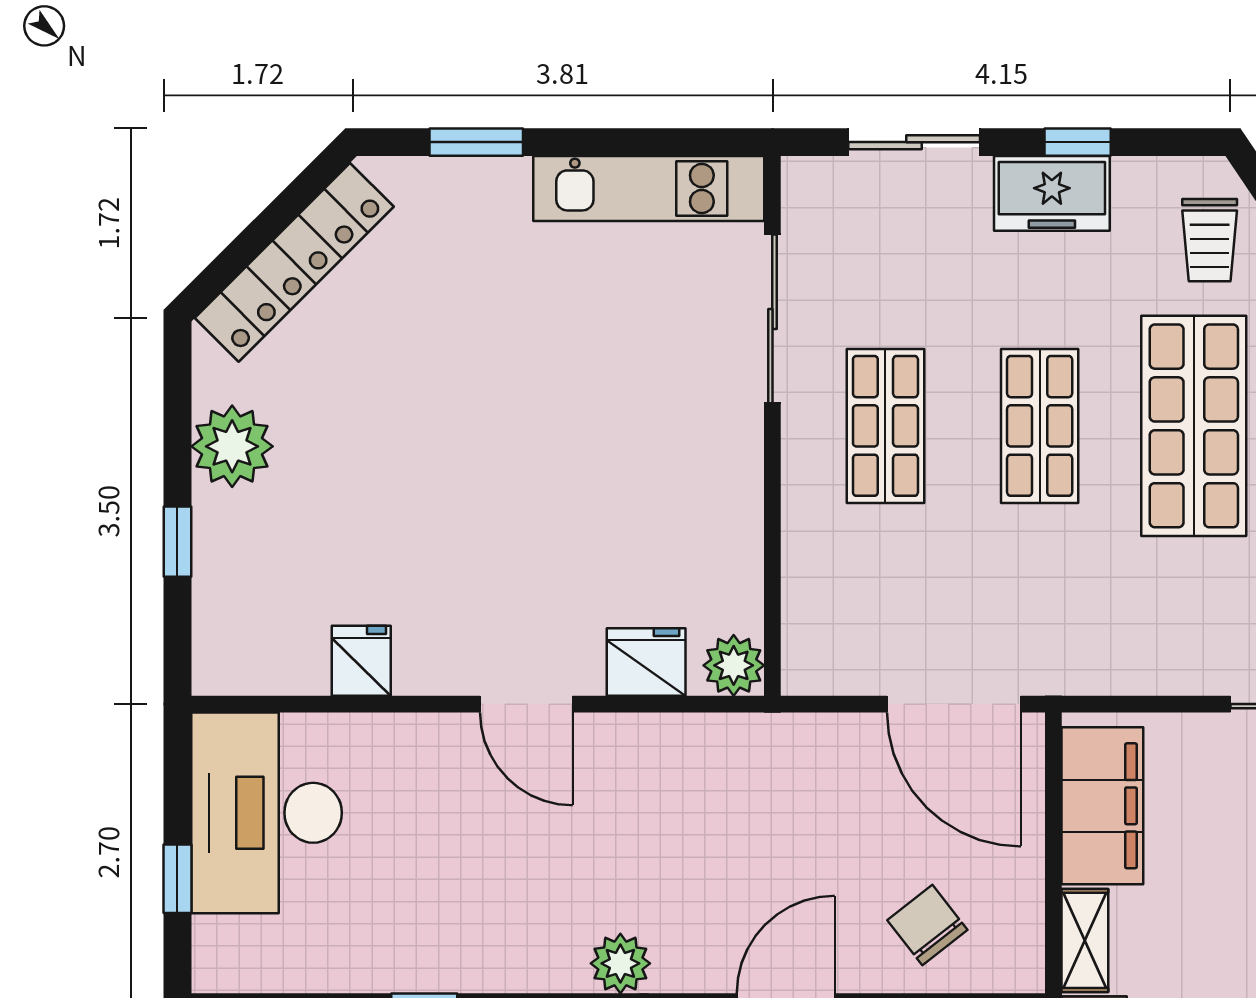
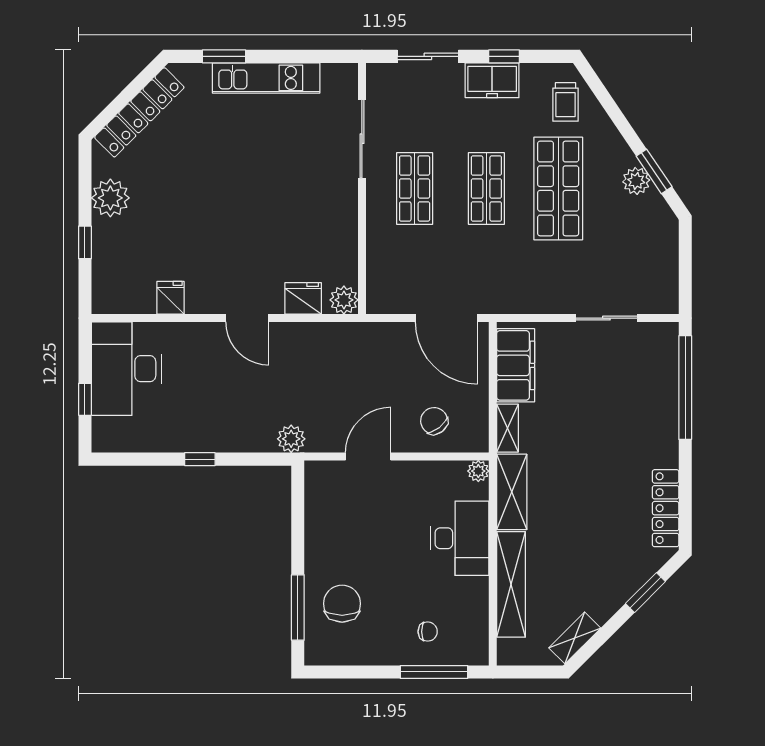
kitchen unit: (649, 188) -> (266, 78), moved

